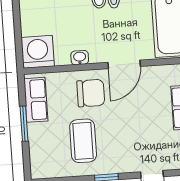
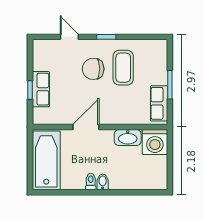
washbasin: (80, 58) -> (128, 138), width x1.91, depth x1.45
chair: (91, 93) -> (93, 69), moved

